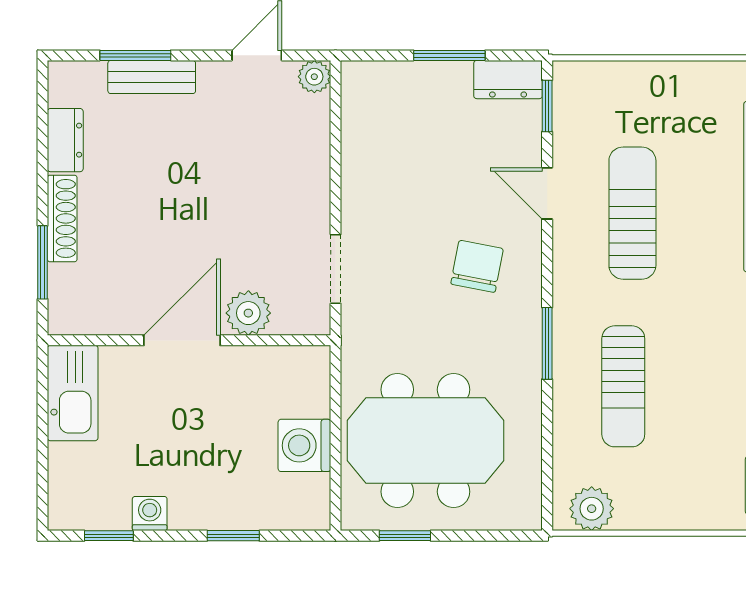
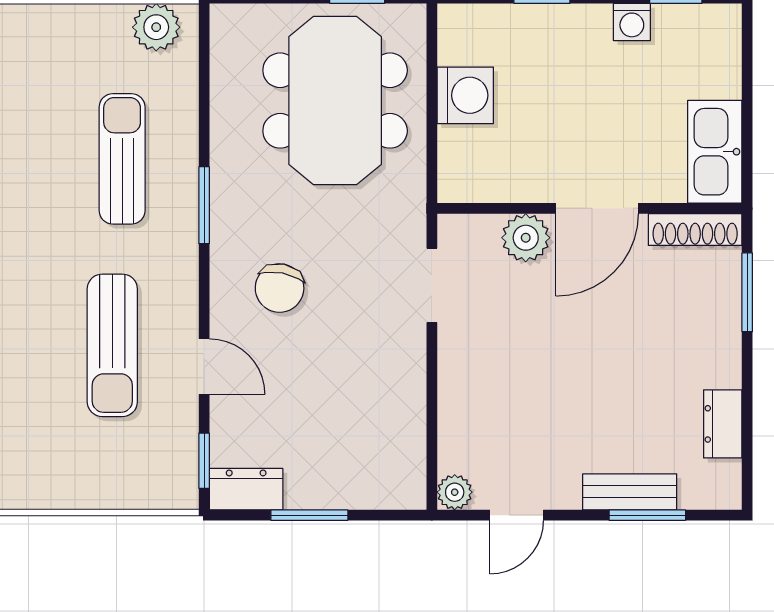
shoe rack: (62, 218) -> (695, 230), moved, turned -90
meeting table: (425, 441) -> (335, 101), turned 90

